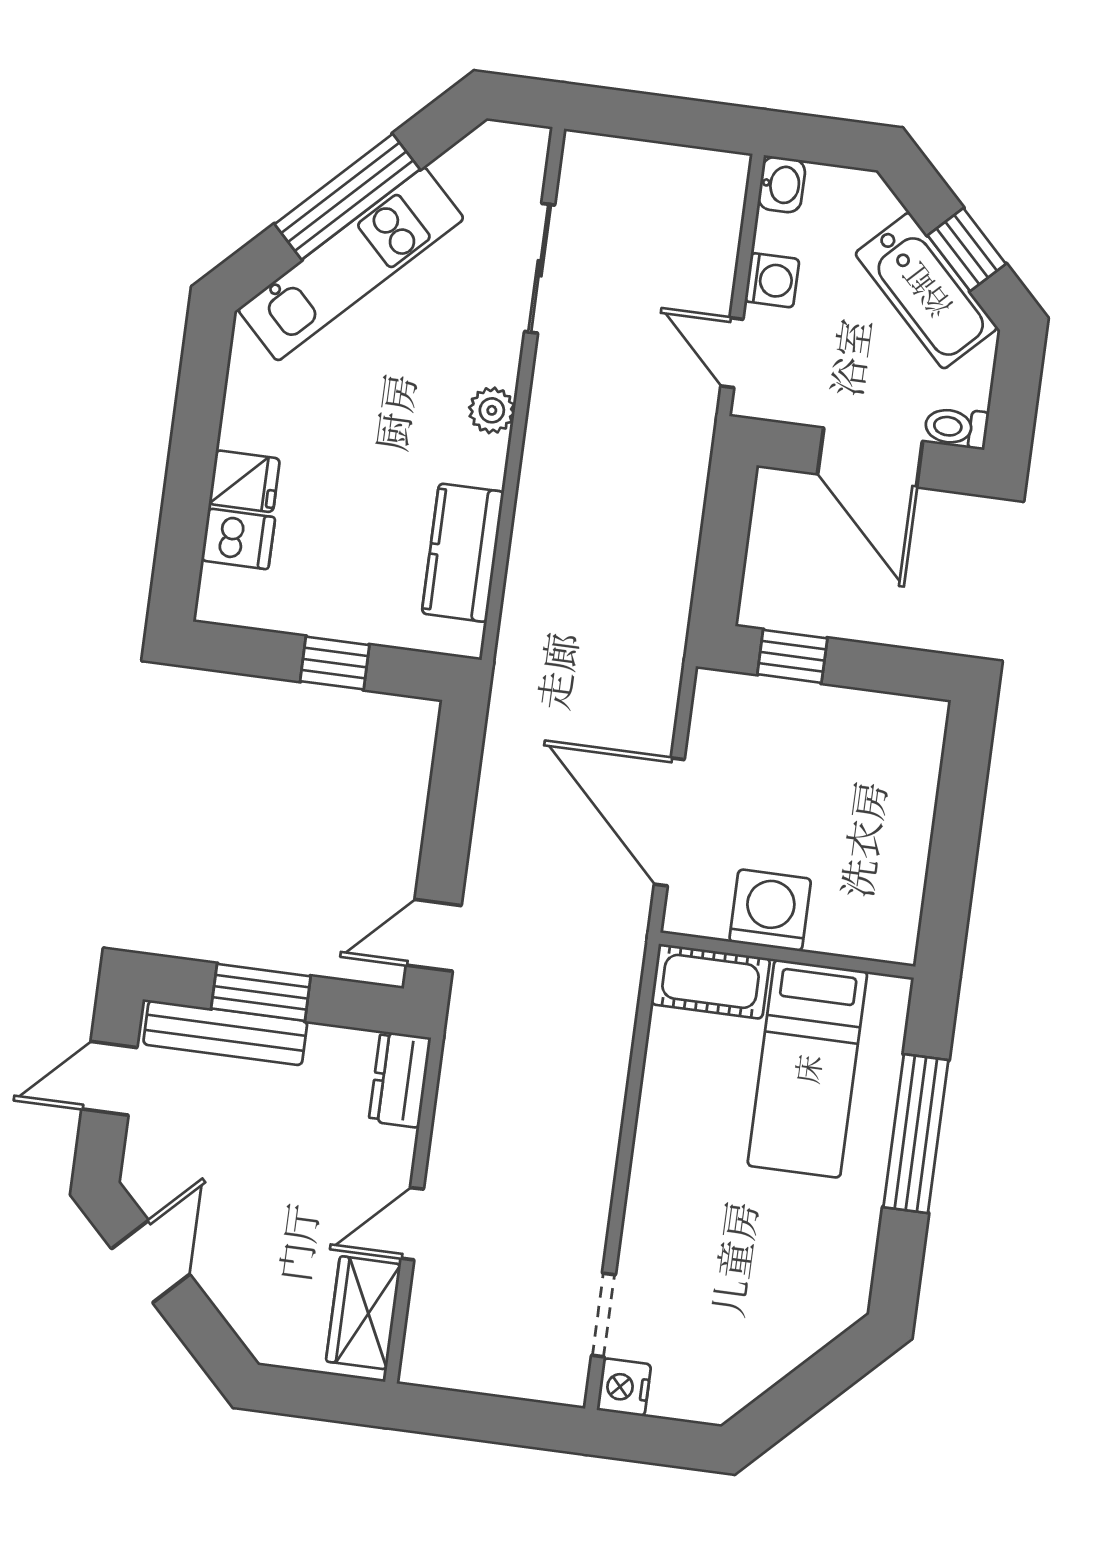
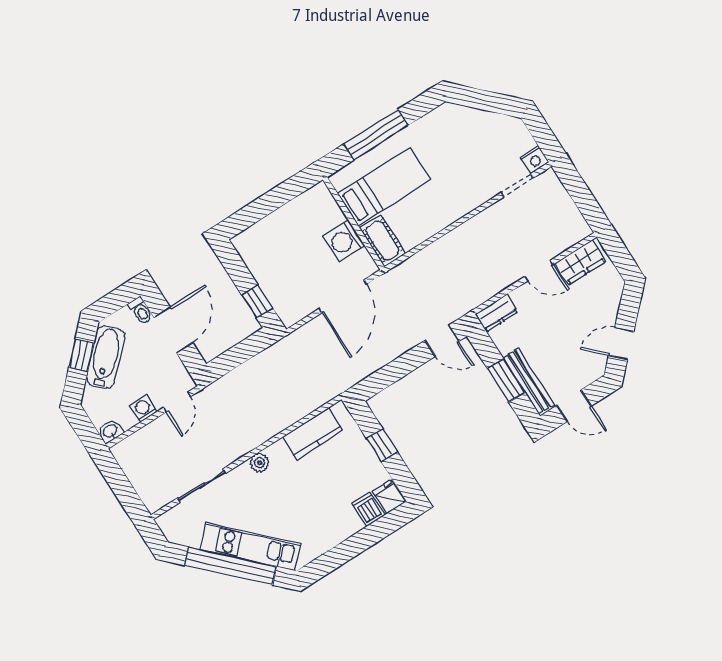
window: (347, 197) -> (230, 566), width x1.46
fridge: (244, 481) -> (389, 497), moved

